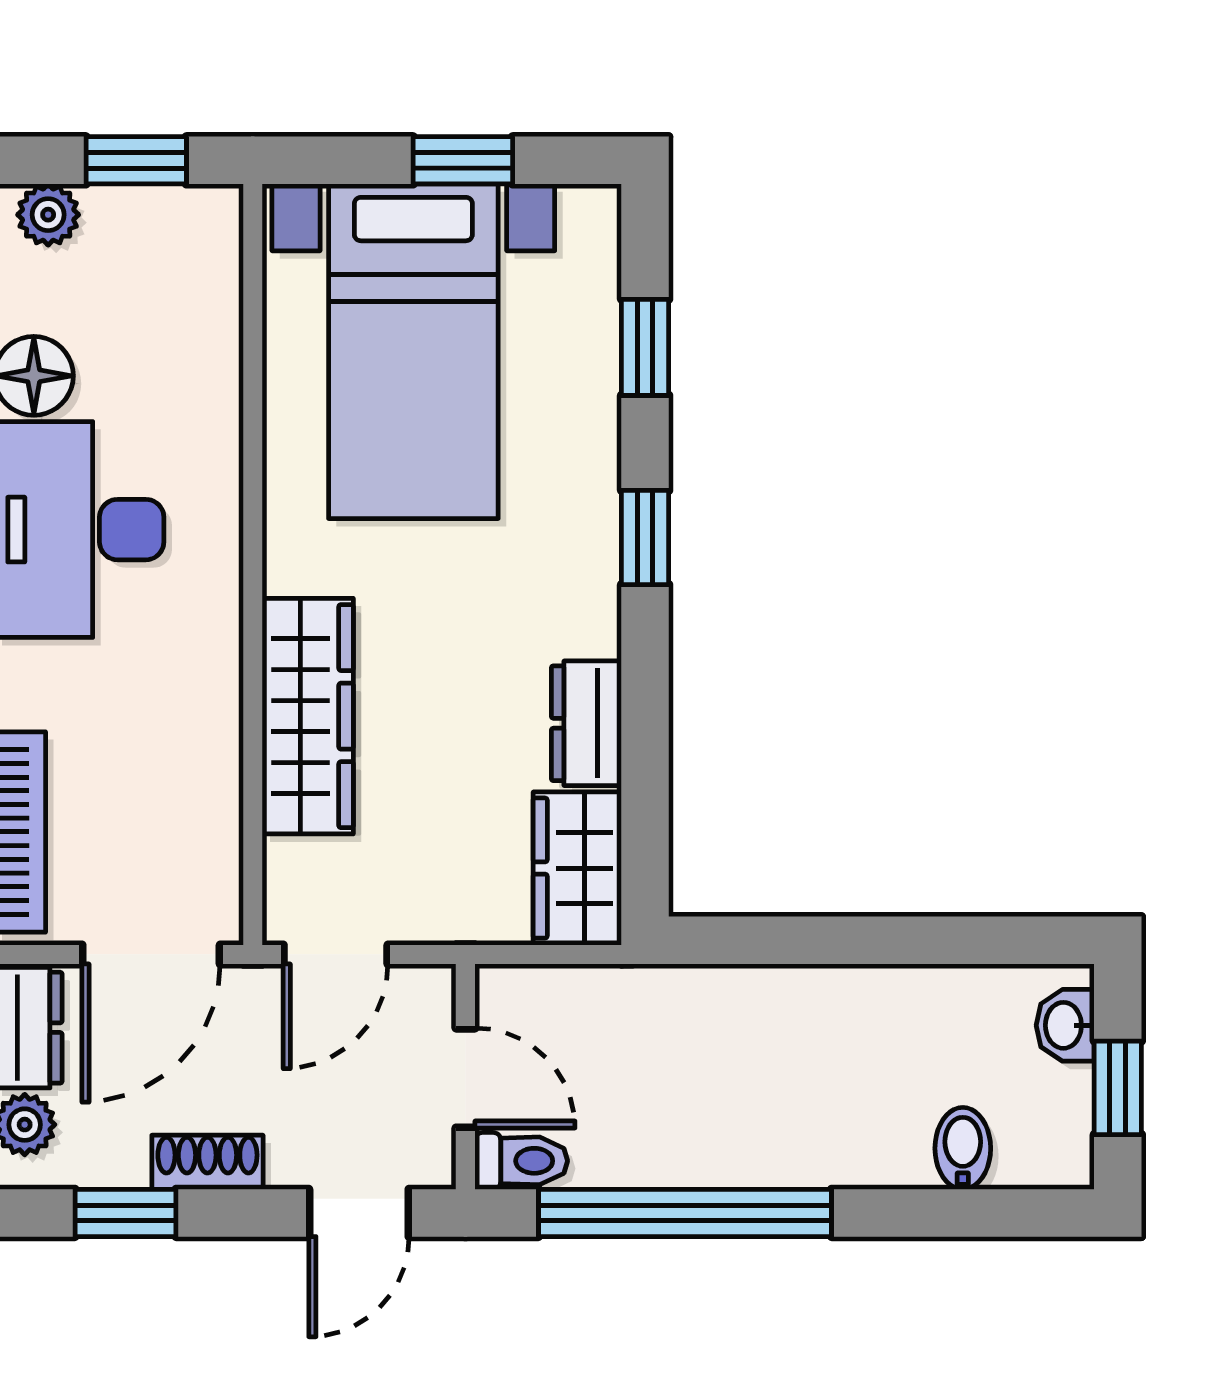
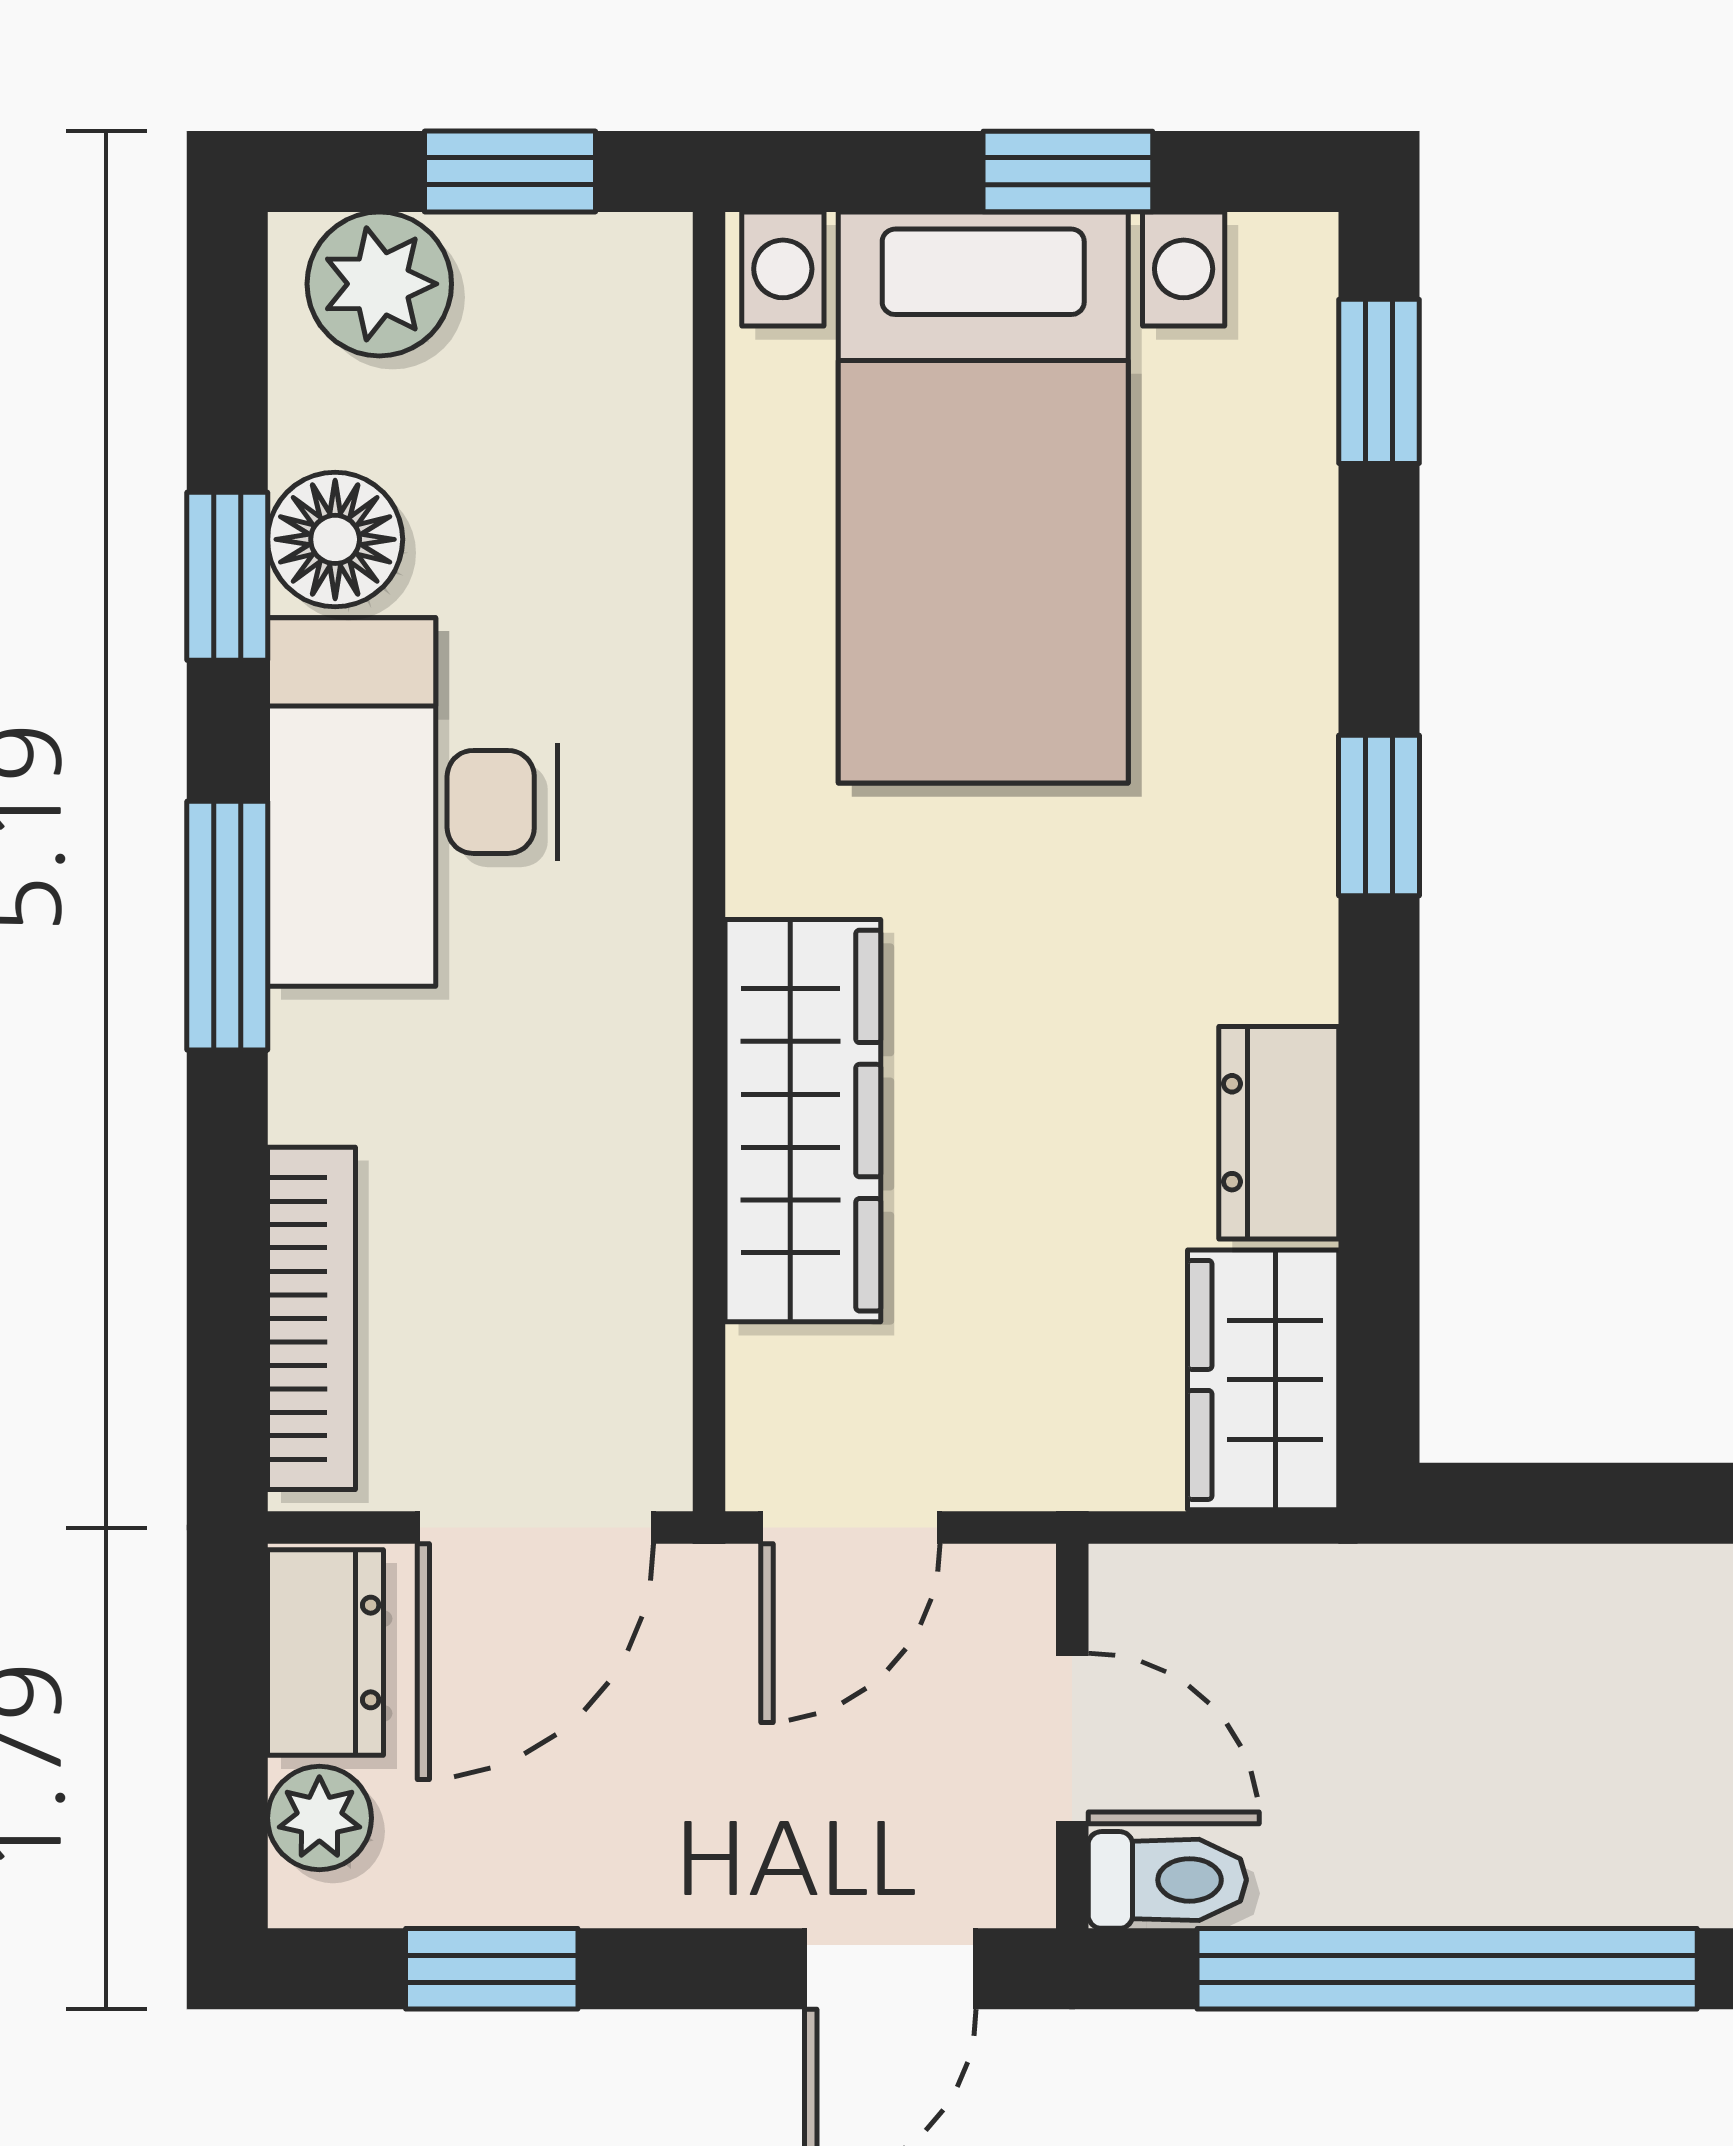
plant: (48, 215) -> (379, 284), width x1.38, depth x1.38
window: (645, 347) -> (1379, 381), moved
shoe rack: (207, 1162) -> (632, 1882), removed

